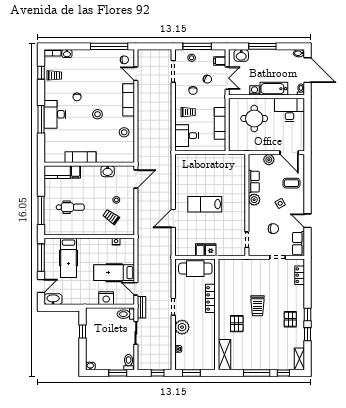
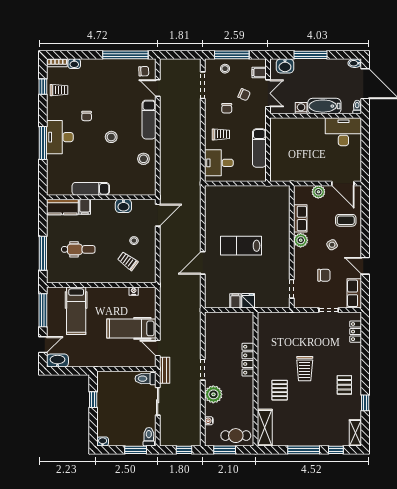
round table: (254, 118) -> (301, 142), removed
cafe table: (195, 269) -> (236, 436), moved, width x0.73, depth x0.74
nightstand: (106, 298) -> (122, 359), removed
window: (307, 314) -> (365, 379), removed

